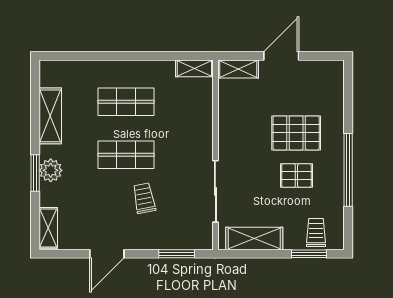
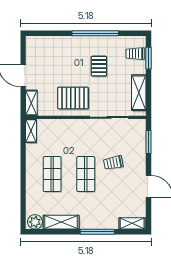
pallet: (296, 133) -> (73, 98), moved, turned 90
plant: (51, 170) -> (35, 222), moved
window: (35, 173) -> (97, 232), width x1.44

